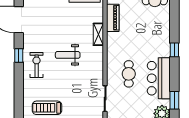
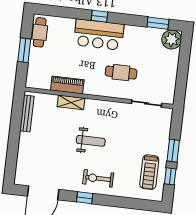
piano: (113, 18) -> (67, 85), moved
weight bench: (68, 55) -> (91, 141), turned -90
bar counter: (159, 78) -> (99, 35), moved

